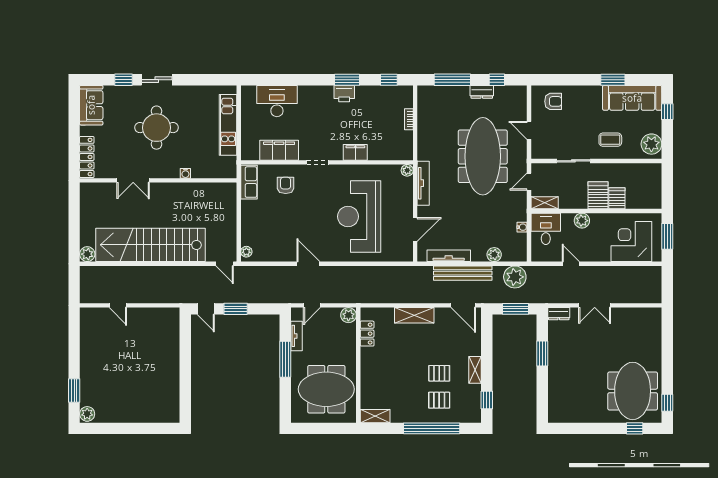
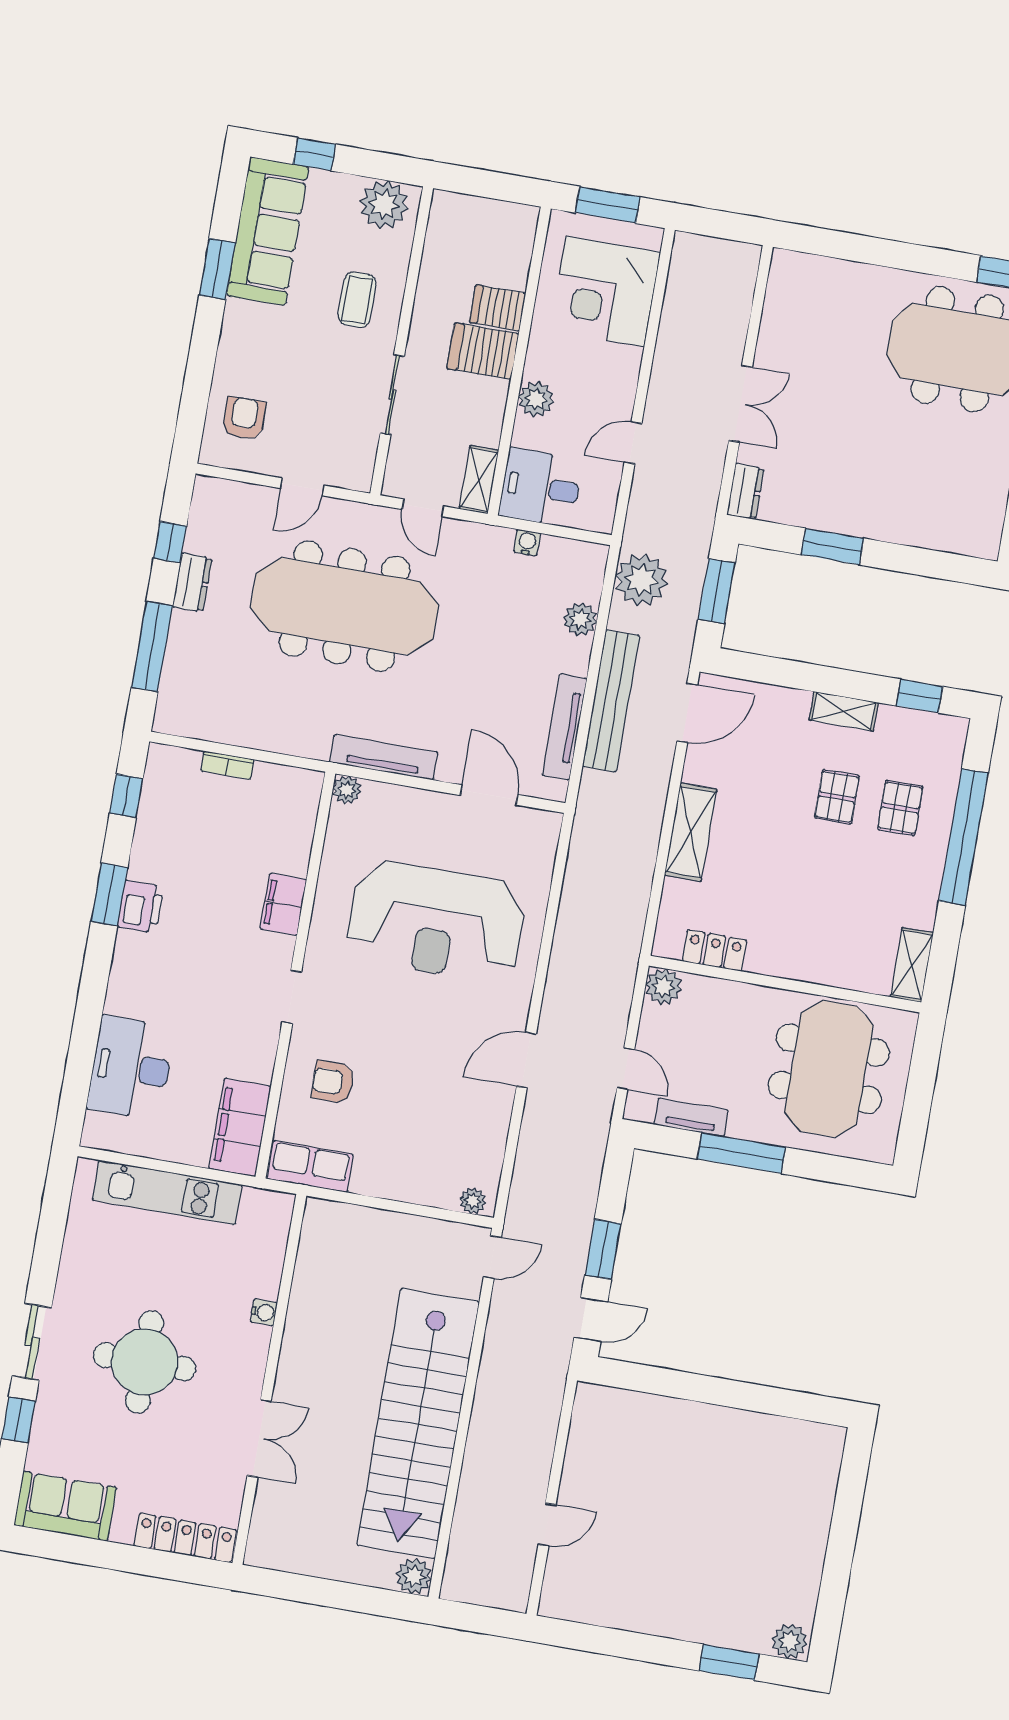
filing cabinet: (279, 150) -> (240, 1127), moved

